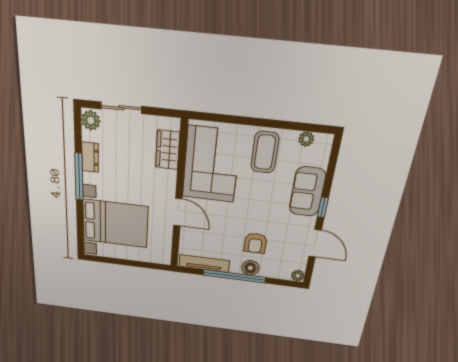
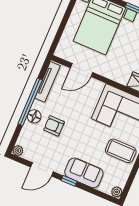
plant: (306, 139) -> (117, 192), moved
door: (178, 212) -> (82, 70), moved

